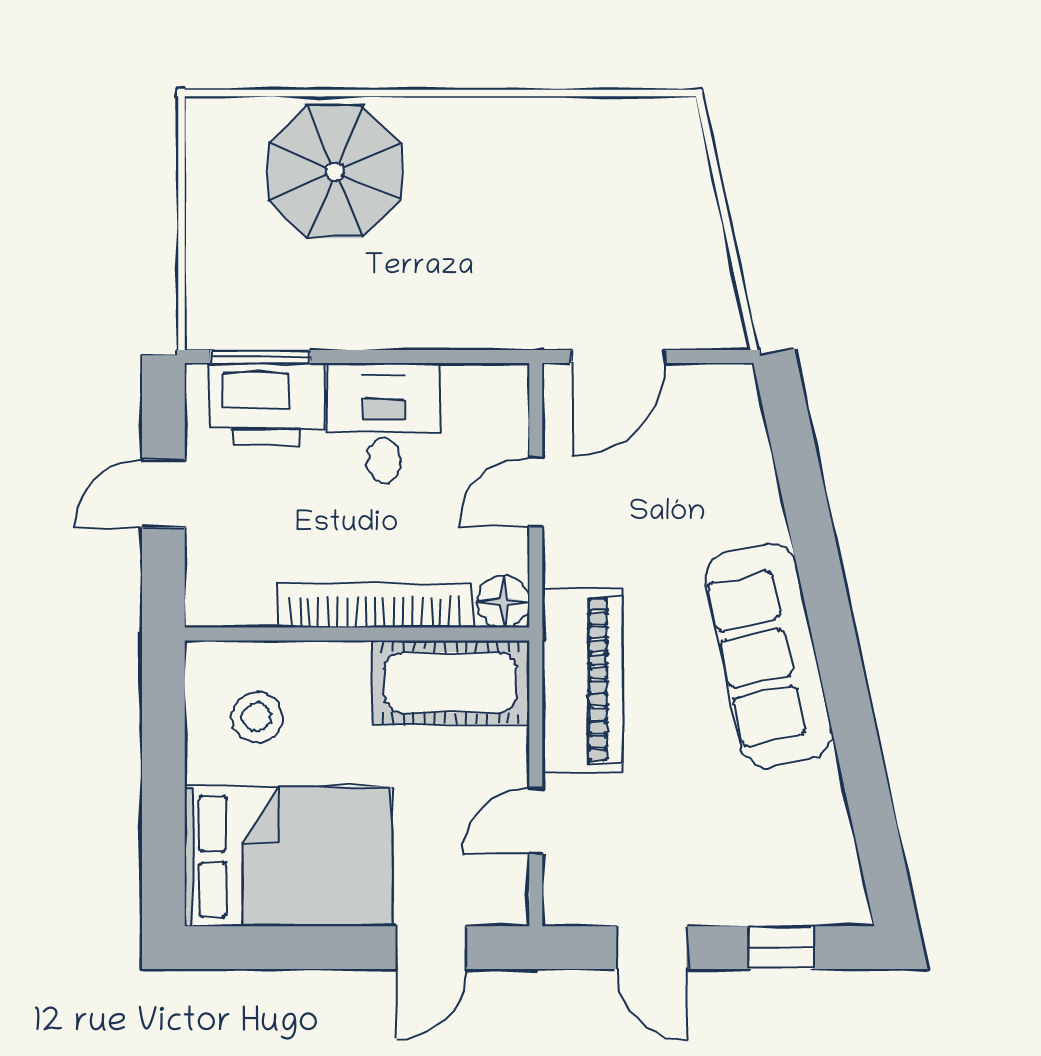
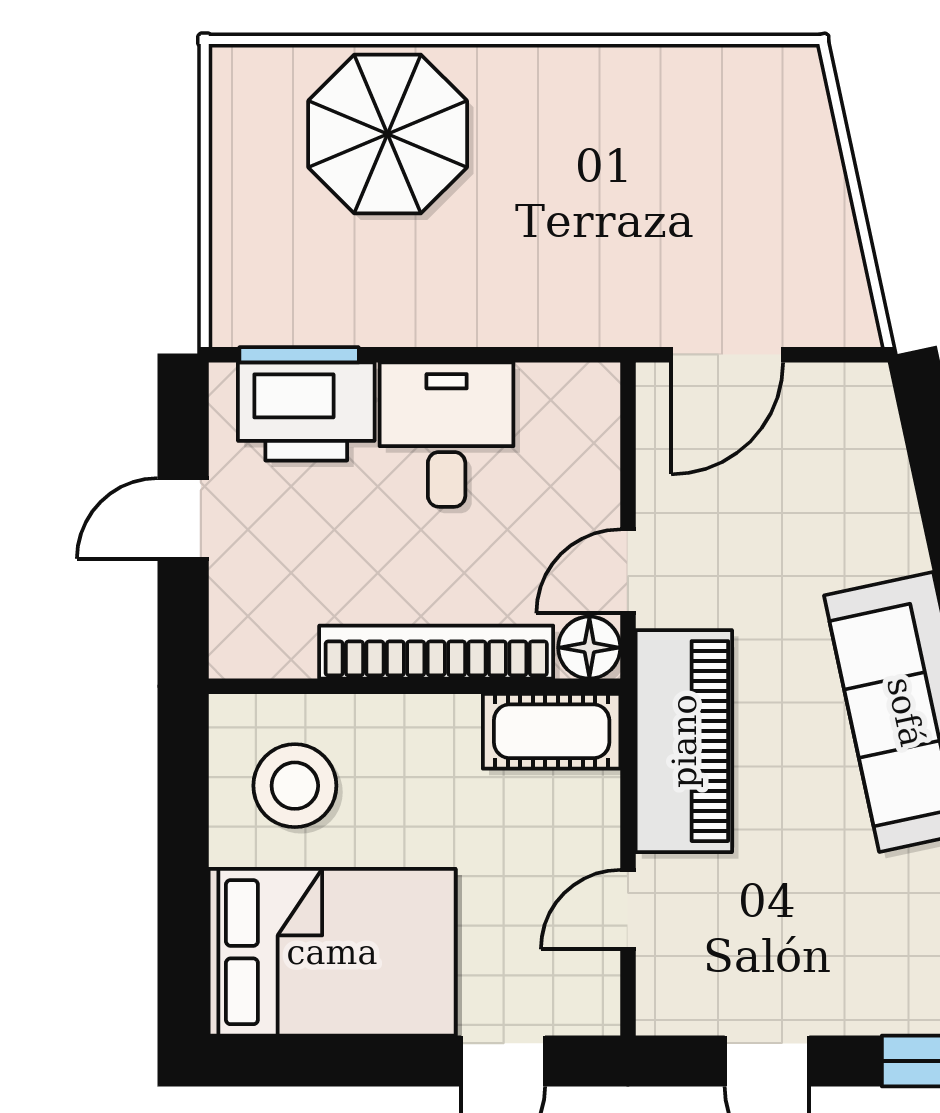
door: (536, 492) -> (628, 571), moved
cot: (451, 682) -> (552, 731), width x0.73, depth x0.75
stool: (257, 717) -> (295, 786), width x1.38, depth x1.38

